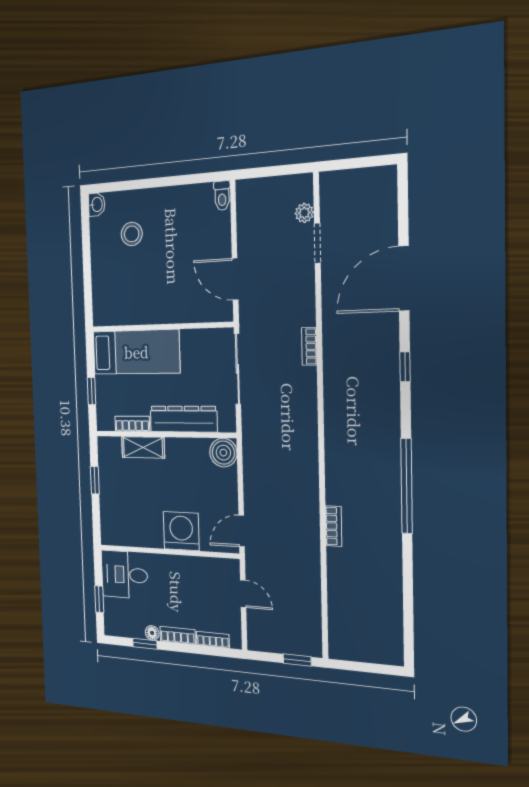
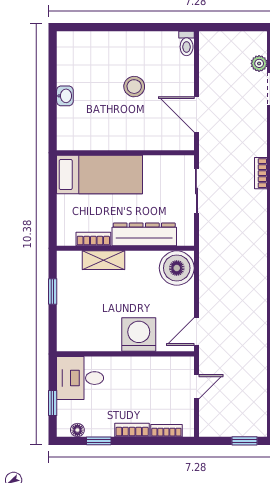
washbasin: (97, 204) -> (65, 96), moved
stool: (132, 234) -> (134, 87), moved
sliding door: (237, 369) -> (196, 191), width x0.73
window: (92, 391) -> (53, 209), removed
boiler: (223, 453) -> (177, 268), width x1.37, depth x1.37
door: (243, 594) -> (196, 387), hinge flipped
floor lamp: (152, 633) -> (77, 430), moved

